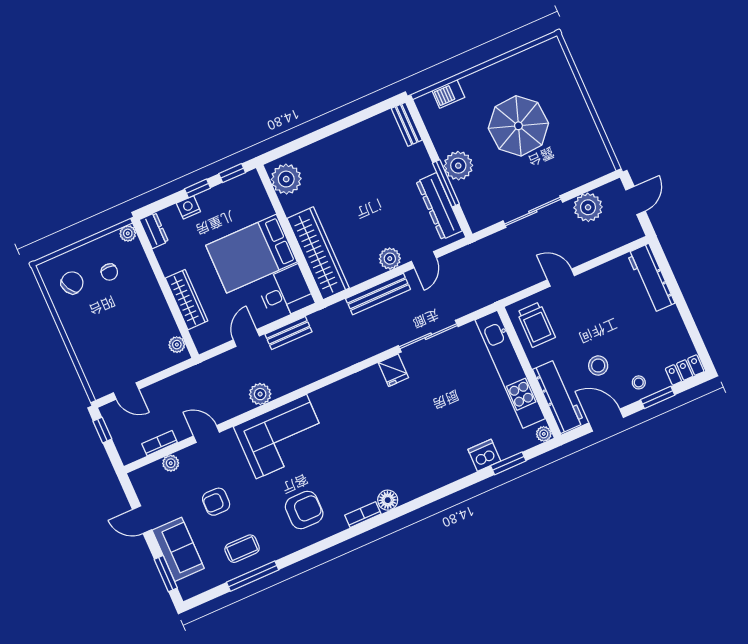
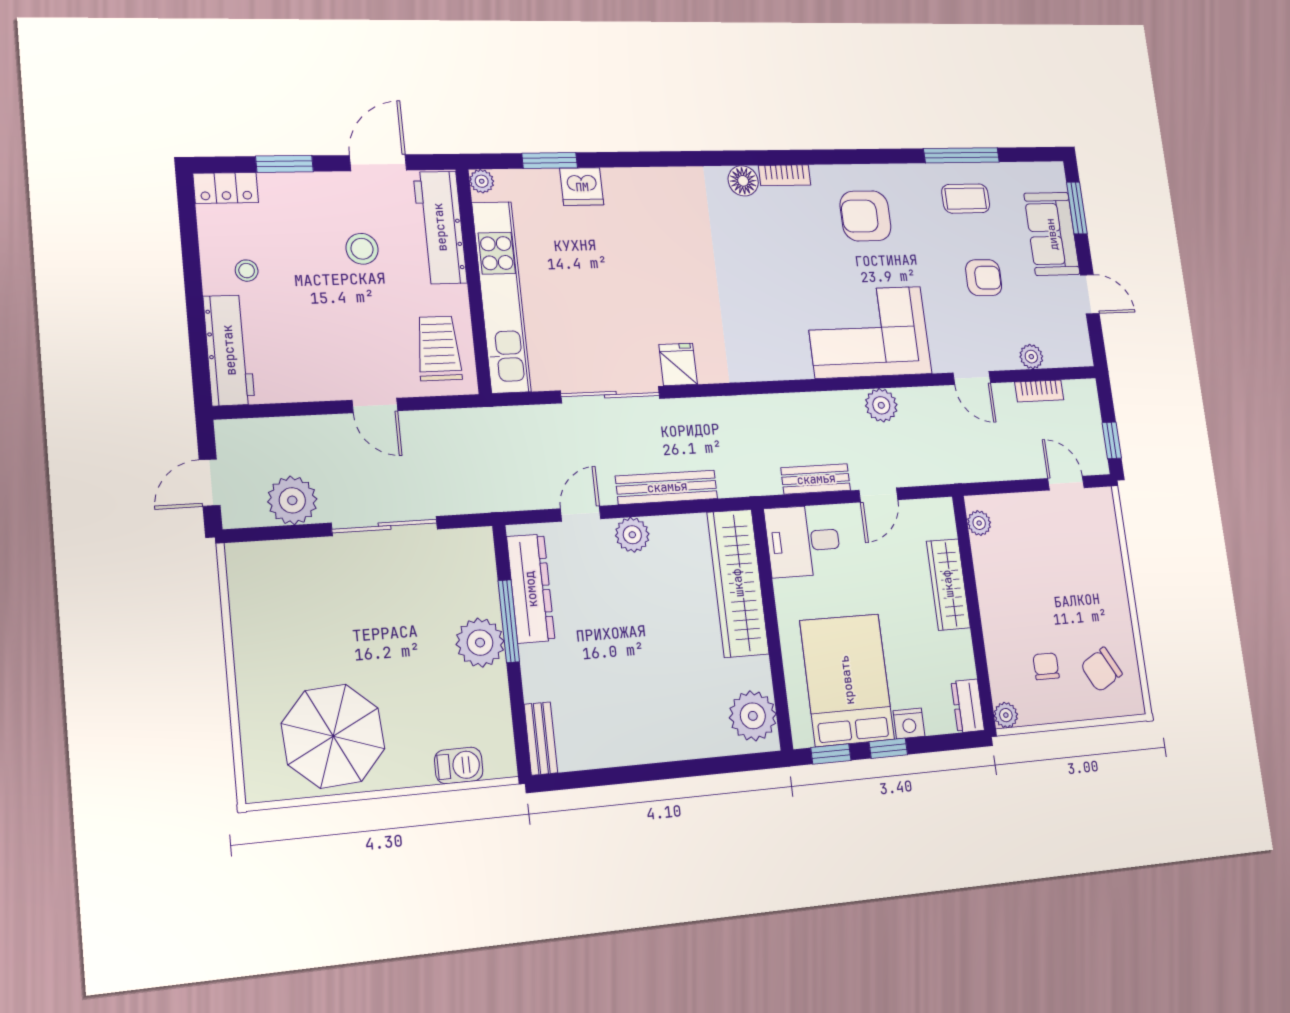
parasol: (518, 126) -> (333, 736), moved
bed: (252, 254) -> (847, 680), moved, turned -90
stool: (639, 382) -> (247, 271), moved
door: (606, 420) -> (378, 163), swing flipped

